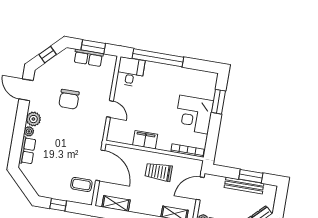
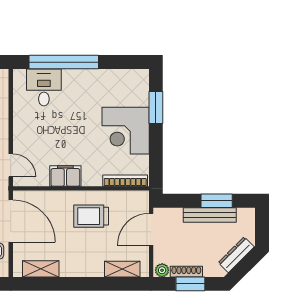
desk: (130, 72) -> (44, 87), moved
door: (110, 109) -> (11, 165), moved

